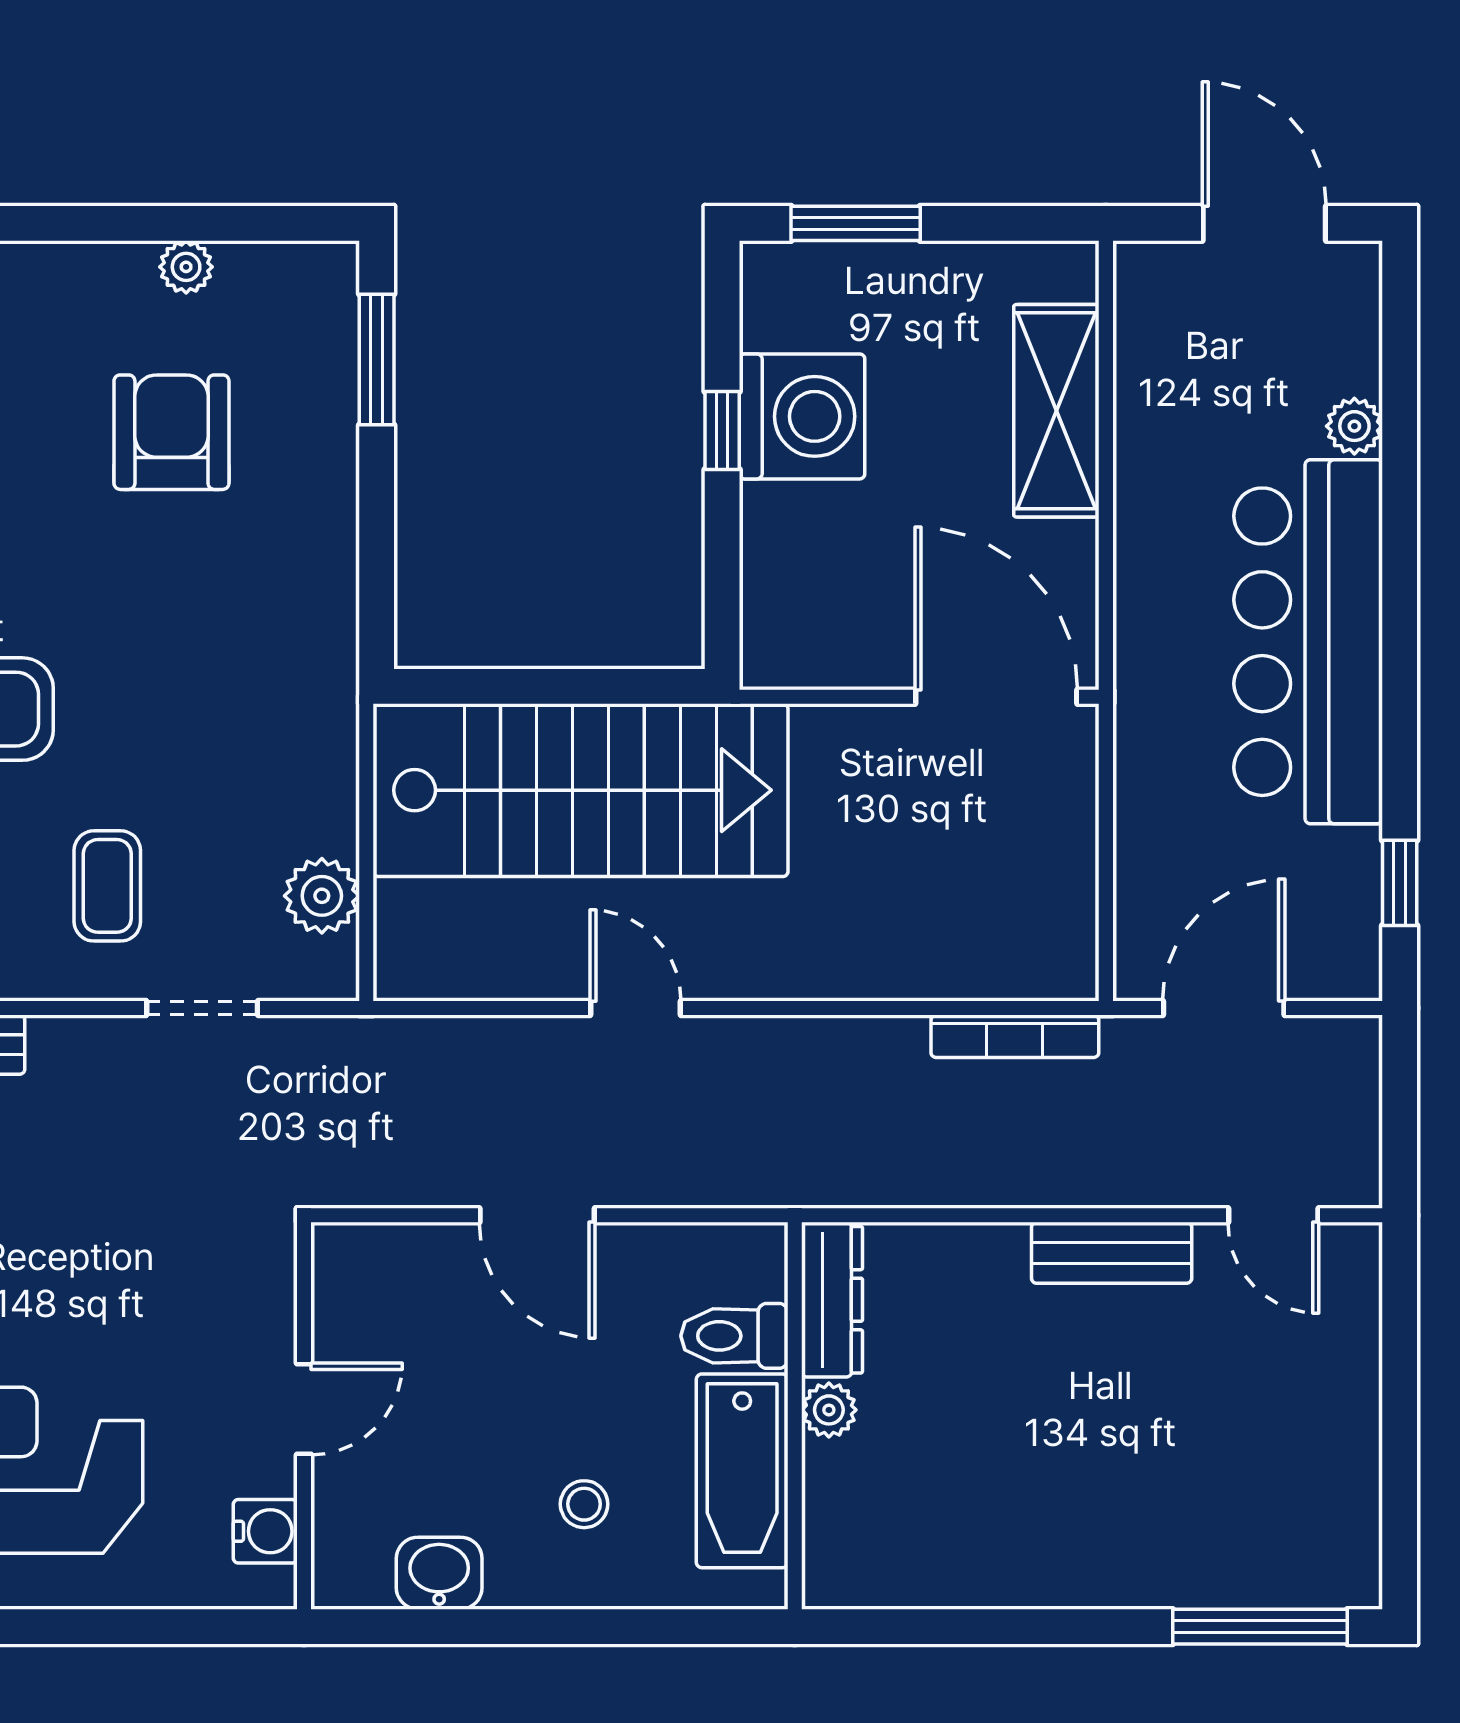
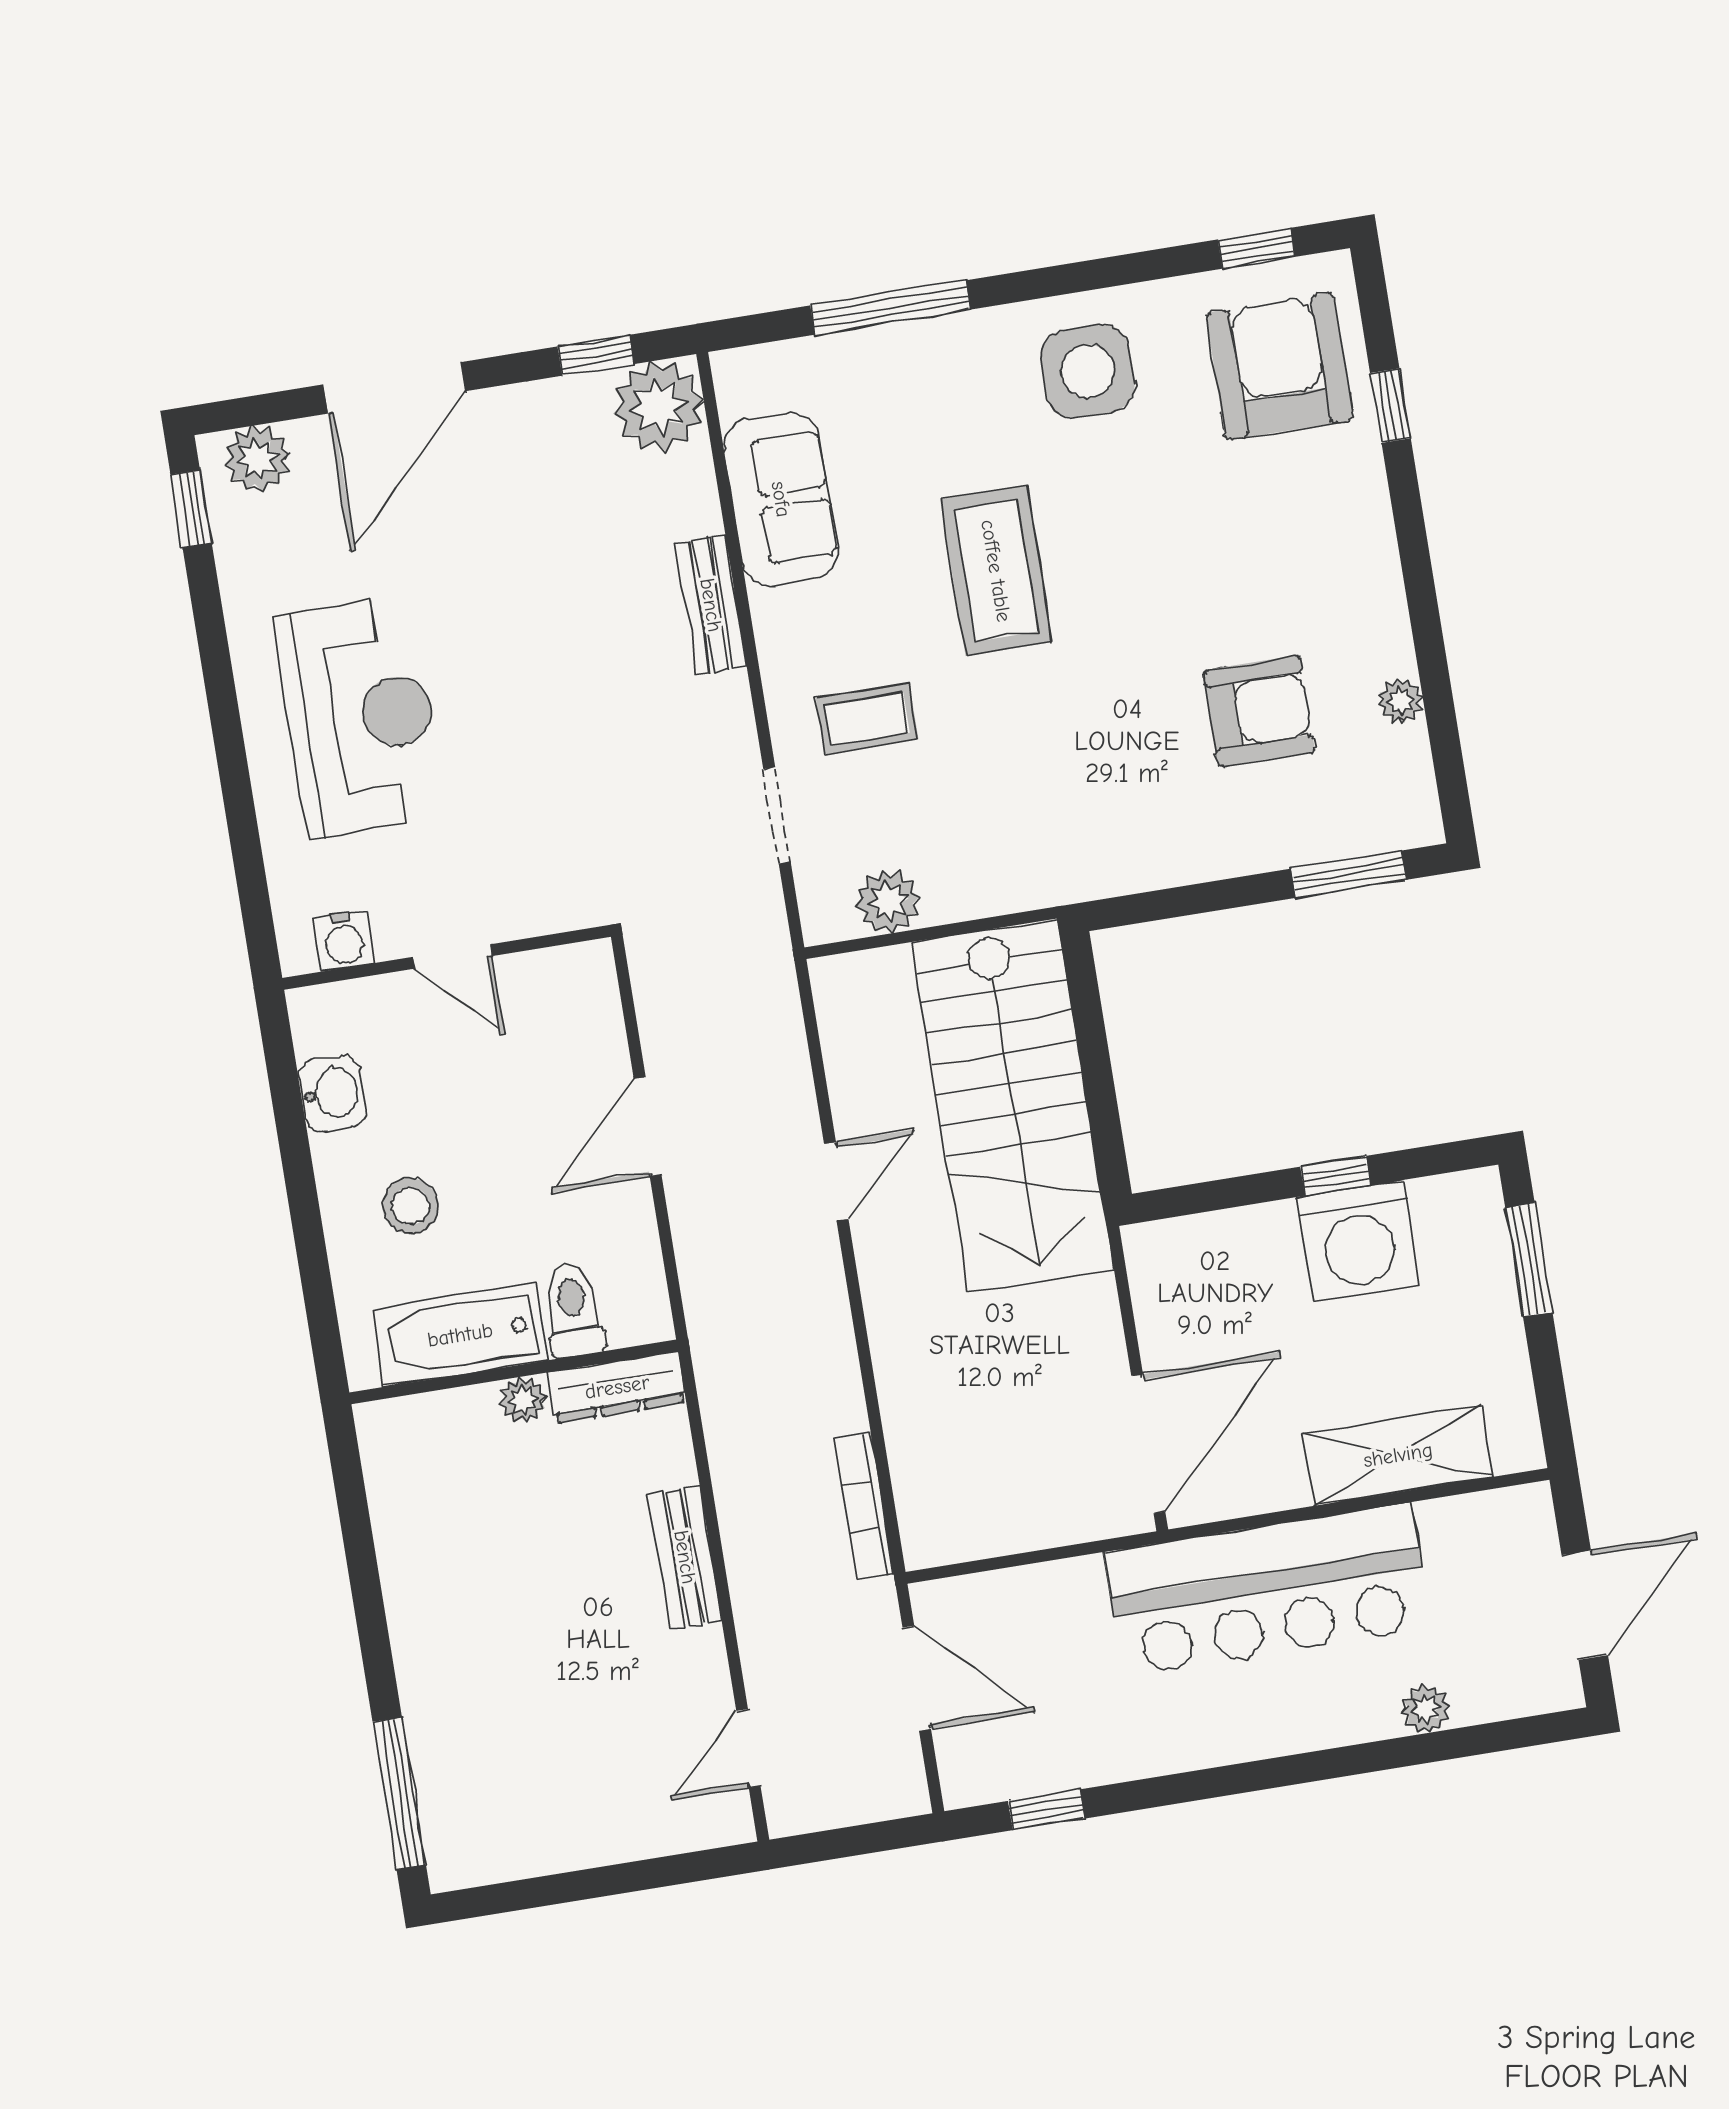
bar counter: (1308, 642) -> (1267, 1590), moved, turned 180
bench: (1112, 1253) -> (685, 1557), moved
stool: (584, 1504) -> (410, 1206), width x1.37, depth x1.37

